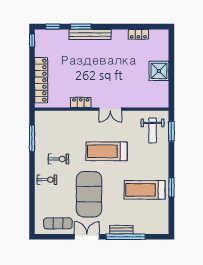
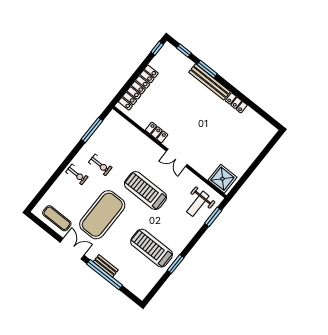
locker: (138, 34) -> (236, 103), moved
shower: (159, 71) -> (222, 179), moved

